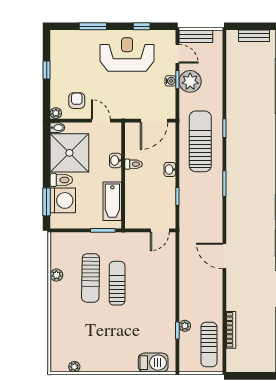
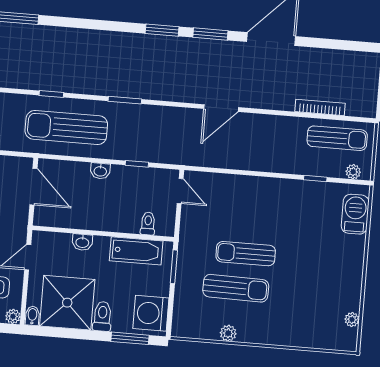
toilet: (134, 164) -> (148, 224), moved
washing machine: (63, 200) -> (151, 313), moved, turned -90
plant: (185, 326) -> (353, 172), moved

